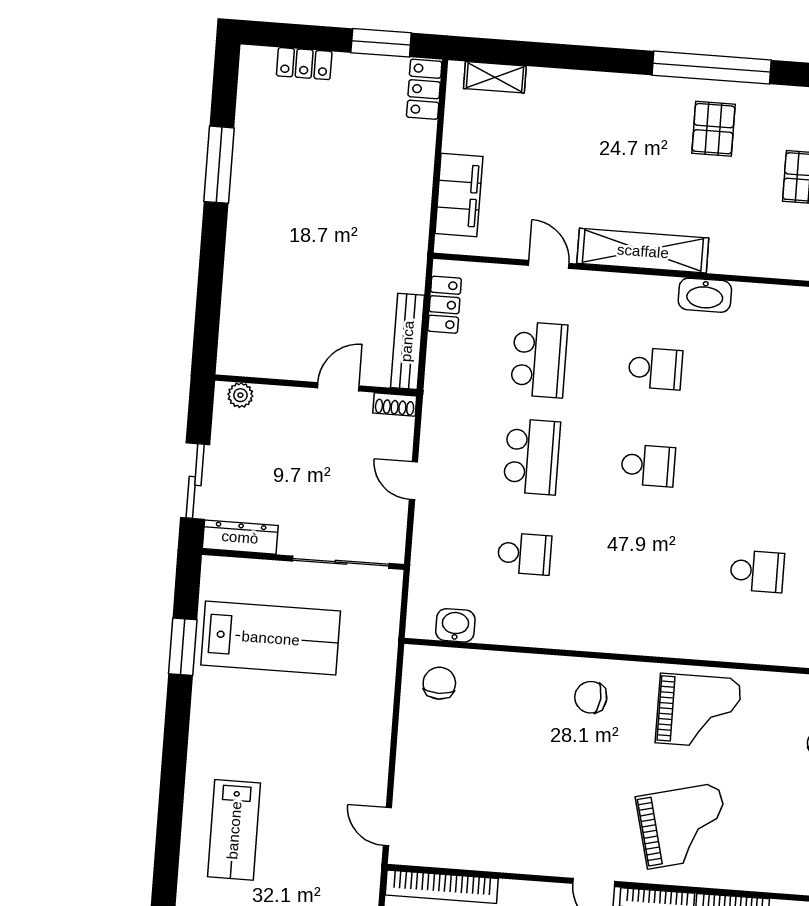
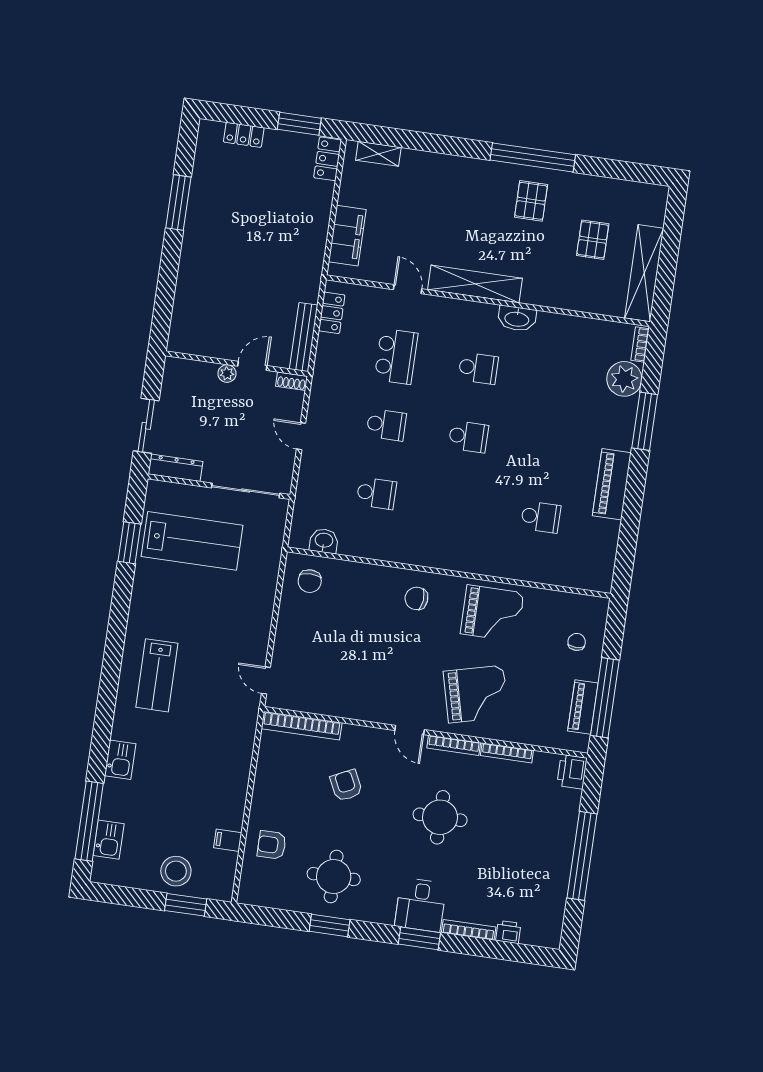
plant: (240, 395) -> (227, 374), moved
school desk: (532, 457) -> (386, 425), width x0.54
chair: (439, 683) -> (310, 581), turned 180

